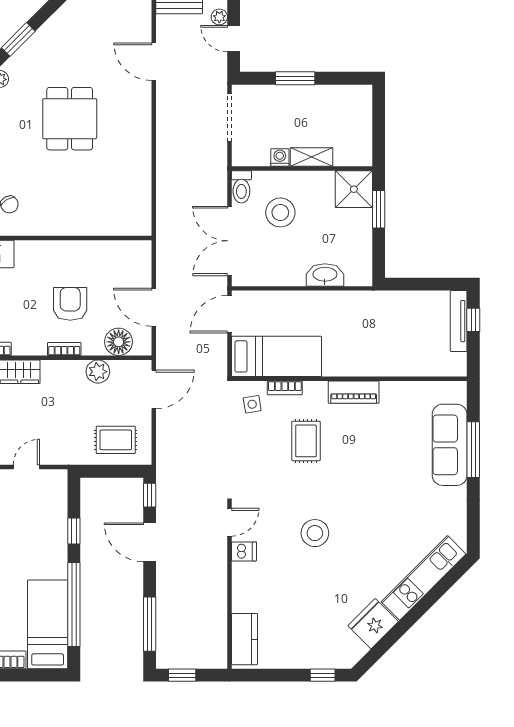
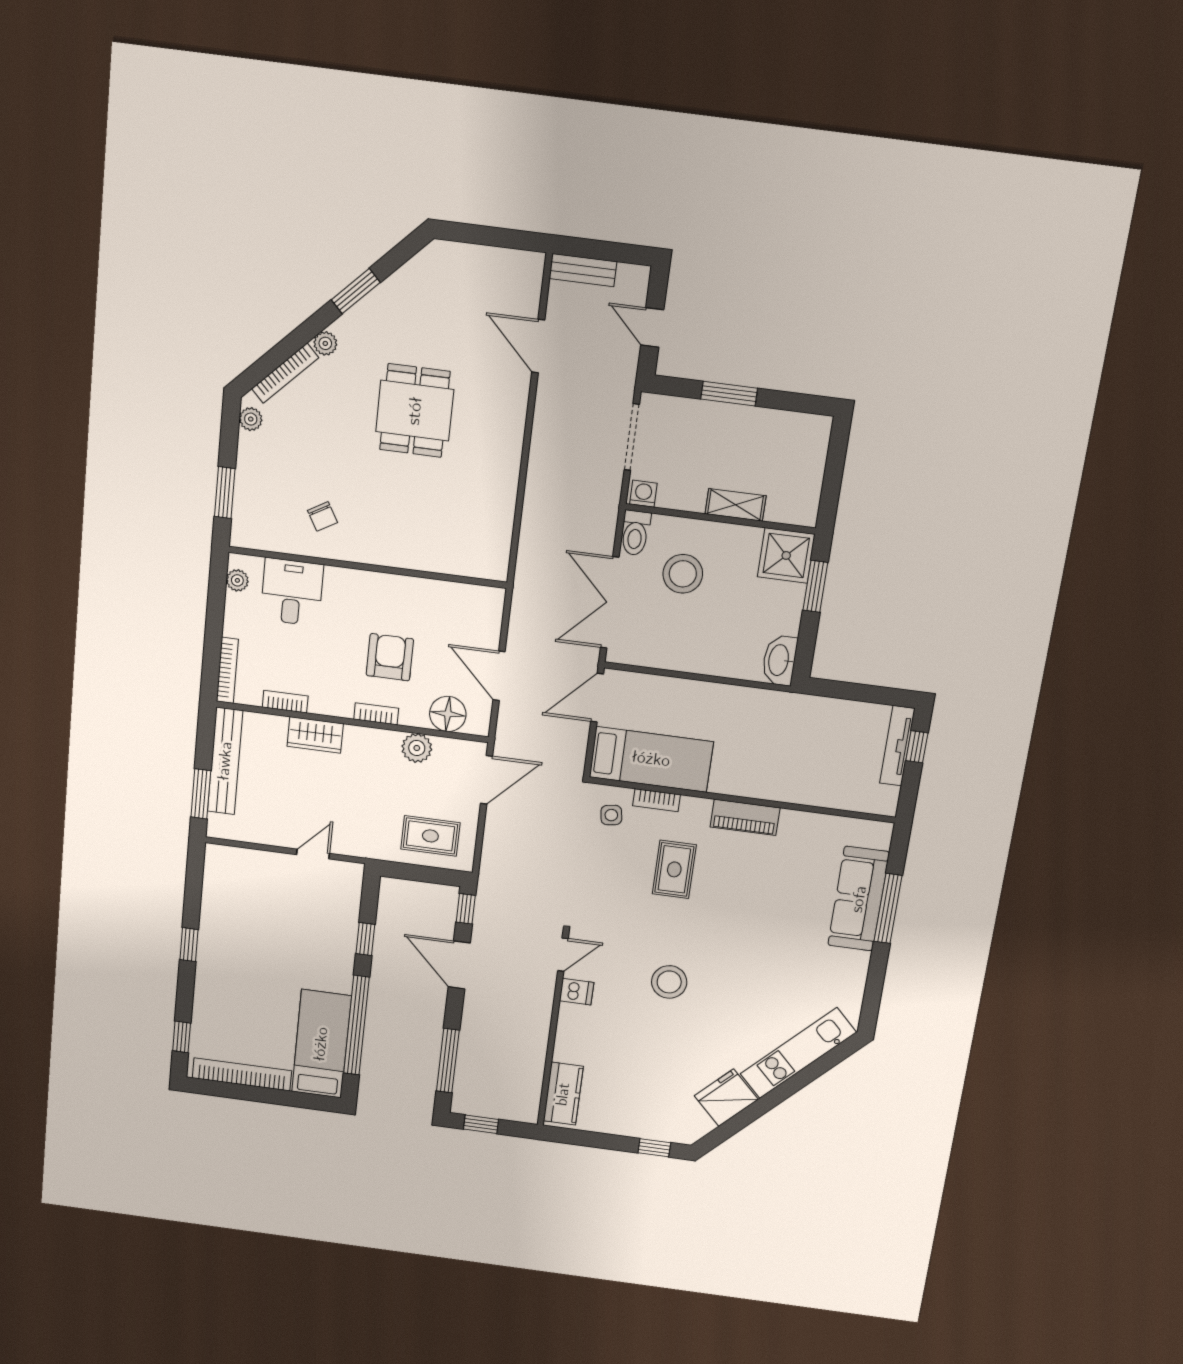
plant: (219, 17) -> (637, 294), removed
washing machine: (280, 158) -> (643, 494), moved
washbasin: (325, 275) -> (779, 660), moved, turned -90

